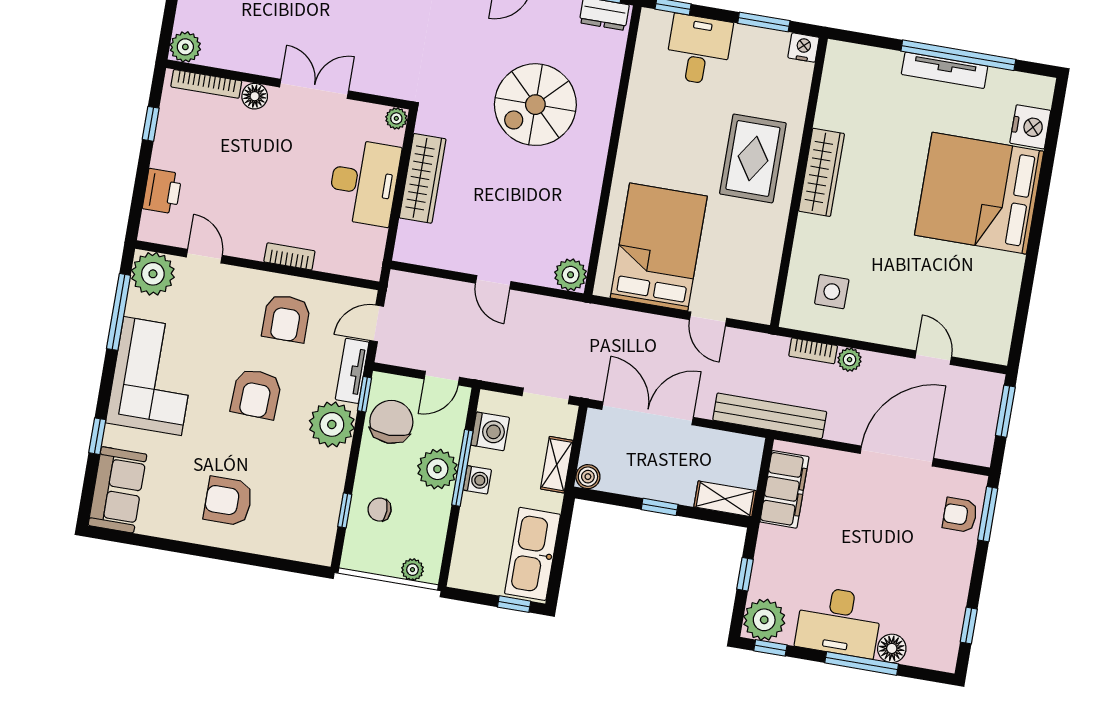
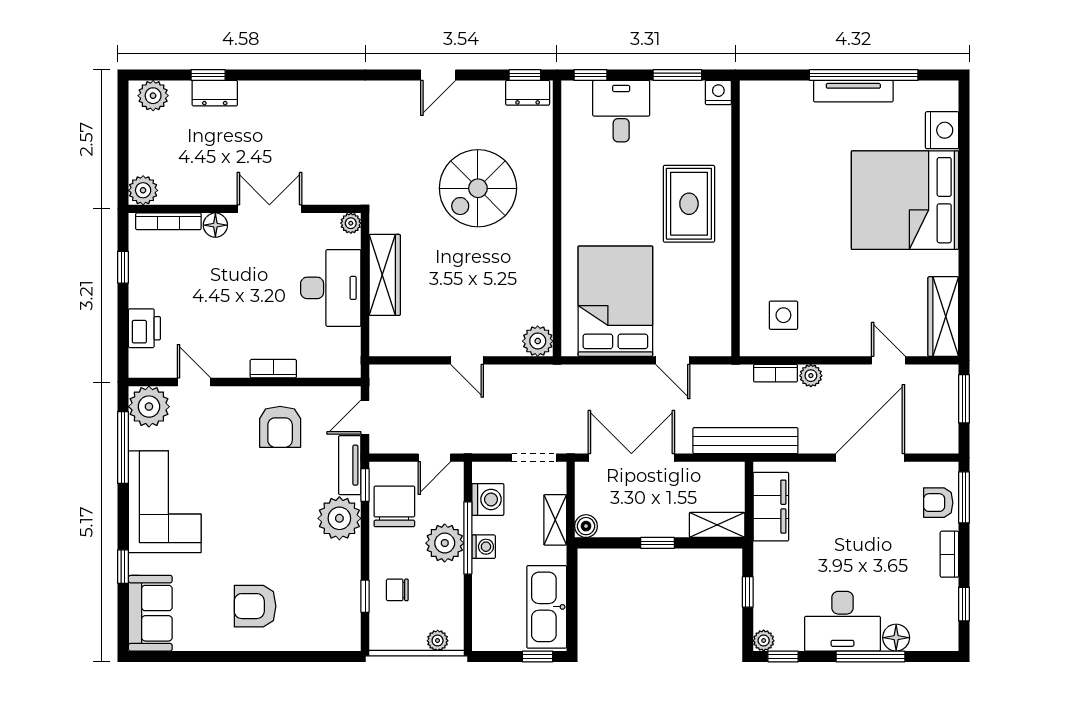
wardrobe: (821, 172) -> (943, 317), moved, turned 180
armchair: (256, 394) -> (264, 502), removed
bookcase: (962, 571) -> (949, 554), added
plant: (764, 620) -> (764, 641), width x0.53, depth x0.53

